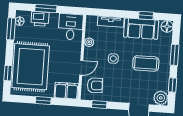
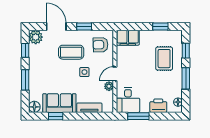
window: (46, 9) -> (138, 116), moved
window: (11, 29) -> (186, 78), moved
coffee table: (146, 63) -> (71, 52), moved
rug: (31, 67) -> (164, 59), width x0.54, depth x0.49
door: (81, 68) -> (115, 74), moved
window: (43, 101) -> (160, 27), moved
window: (99, 104) -> (84, 27), moved

